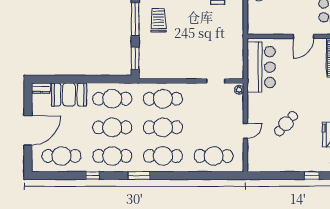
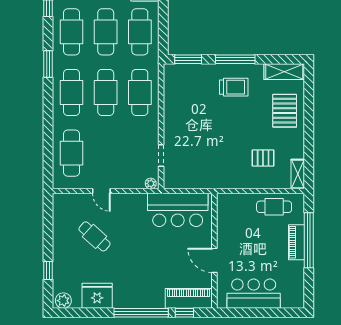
cafe table: (286, 124) -> (95, 236), moved

